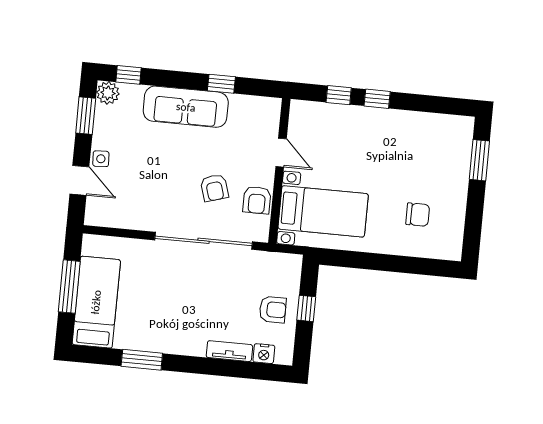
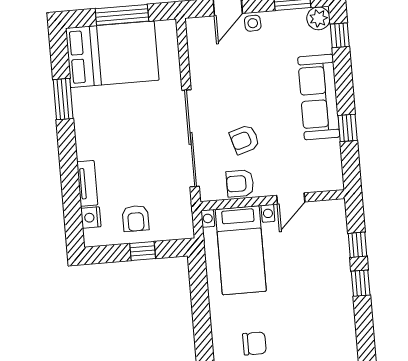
chair: (418, 215) -> (254, 343), turned -90
bed: (96, 302) -> (112, 54), width x1.50

